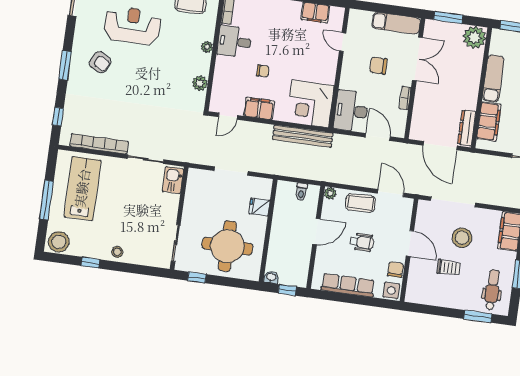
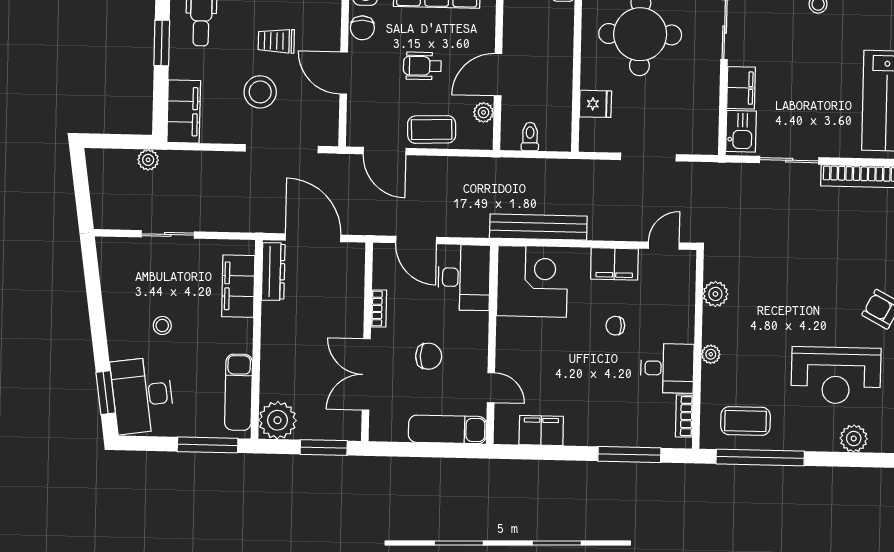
exam couch: (396, 23) -> (447, 429), moved
exam couch: (493, 78) -> (239, 392), moved
plant: (330, 193) -> (484, 112), moved
filing cabinet: (170, 207) -> (741, 88), added

